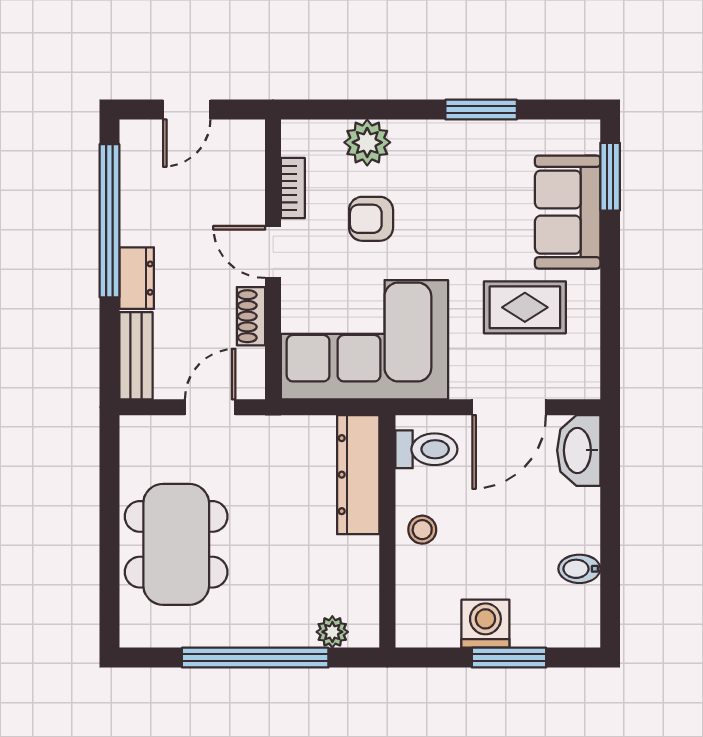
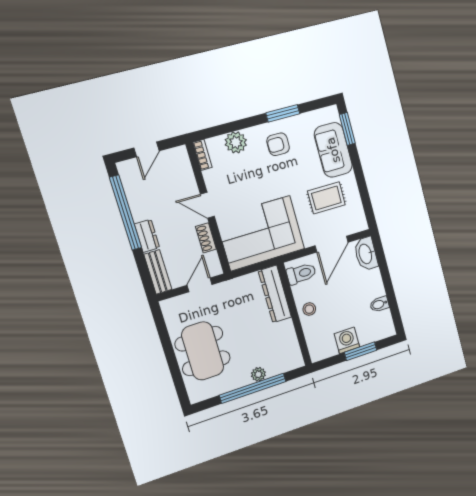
bookcase: (293, 188) -> (202, 155), moved
armchair: (371, 219) -> (278, 144), moved
plant: (332, 632) -> (258, 374), moved

